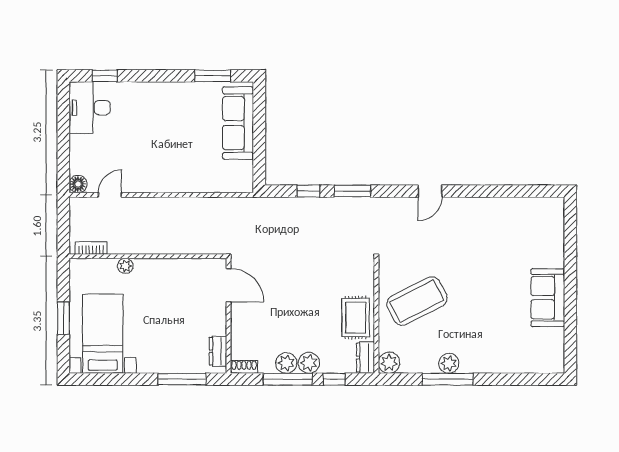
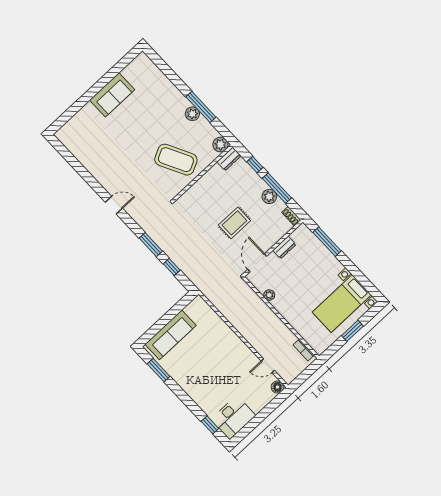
plant: (125, 266) -> (269, 295), moved
rug: (356, 318) -> (234, 223), moved
dresser: (218, 351) -> (284, 247), moved
plant: (309, 363) -> (259, 185), removed

